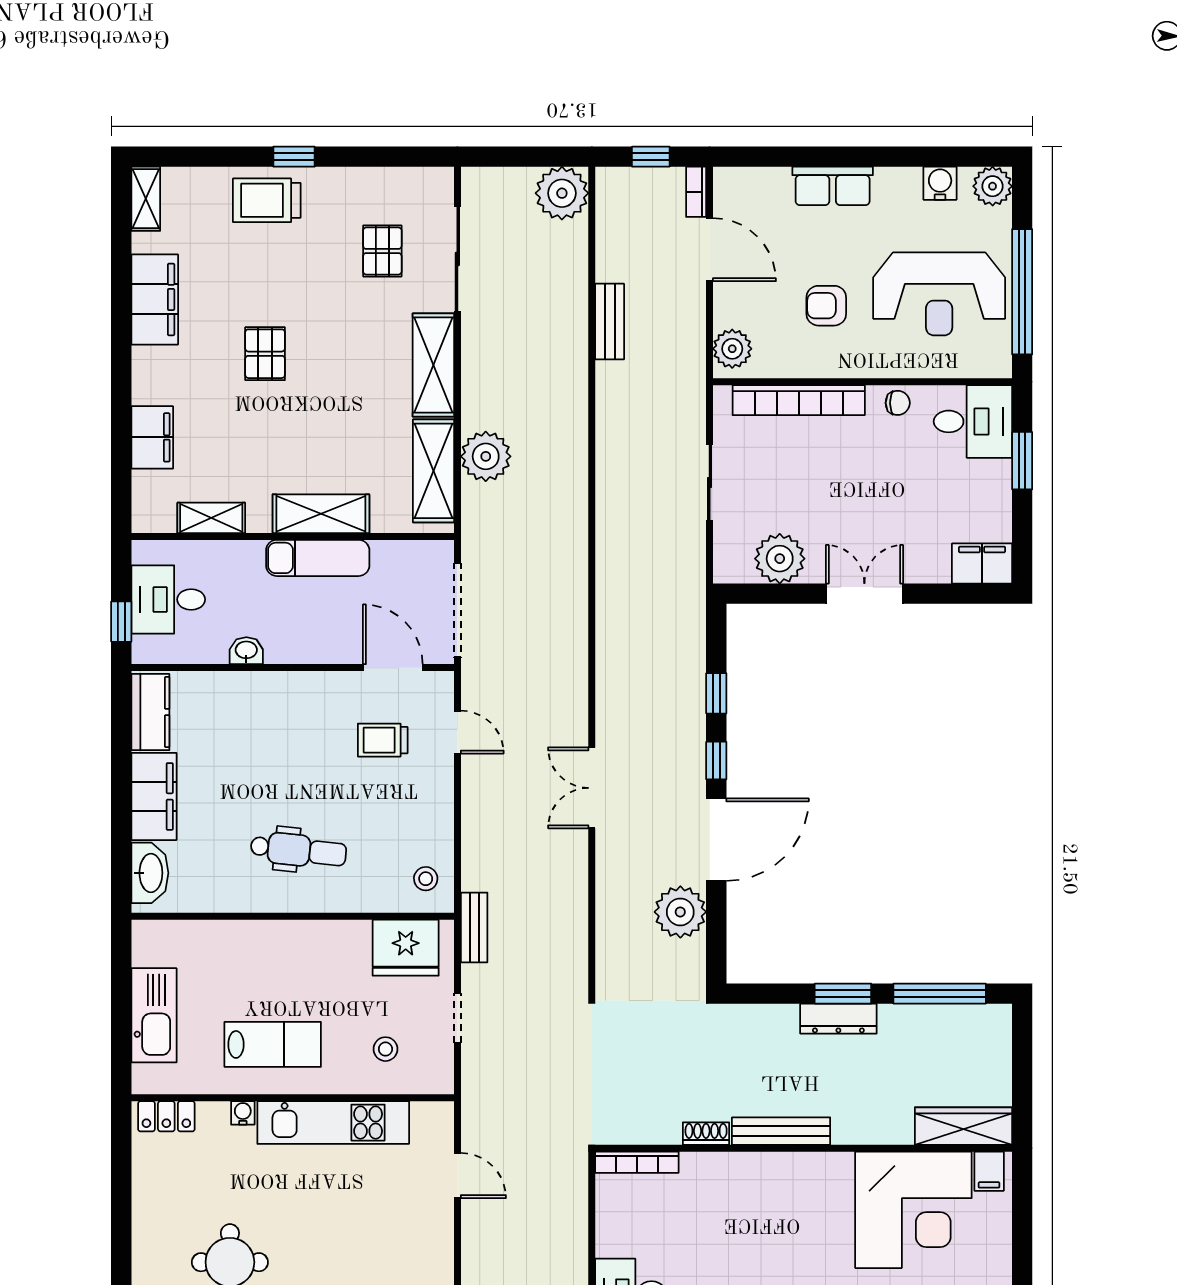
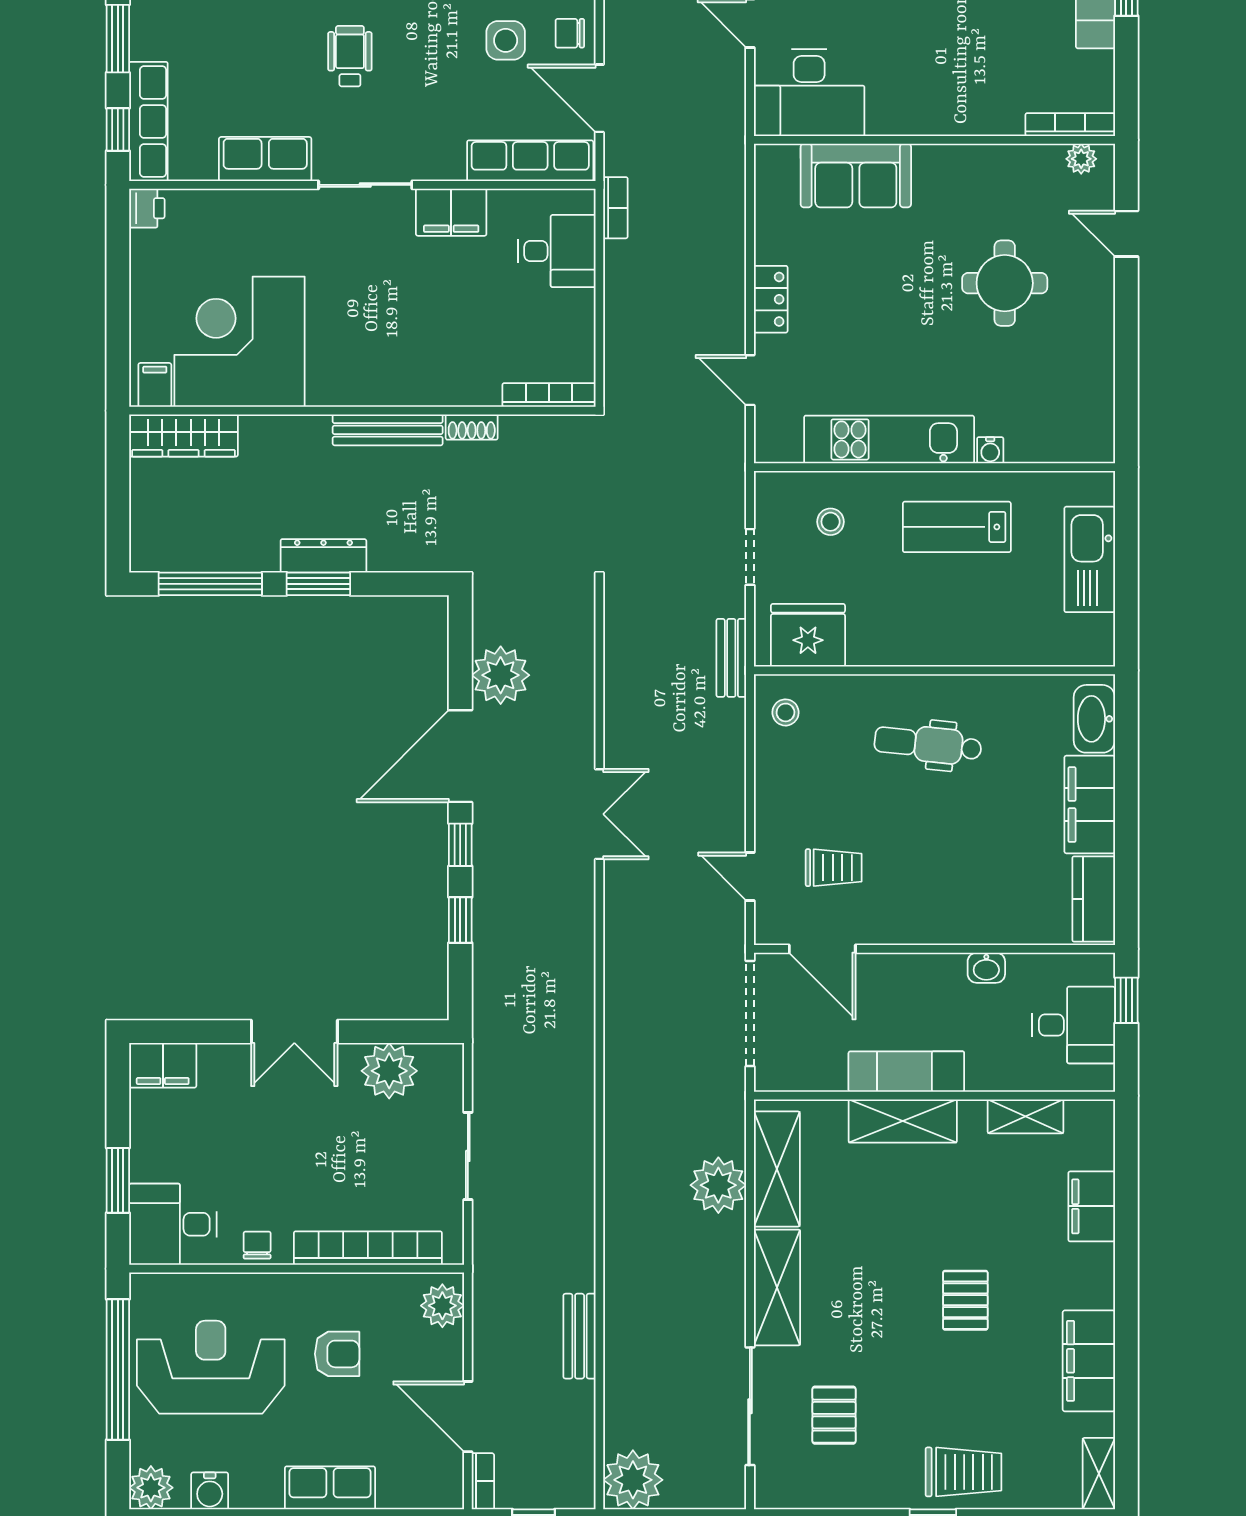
chair: (898, 403) -> (257, 1245), turned 90
locker: (166, 1116) -> (771, 299), moved, turned 90

